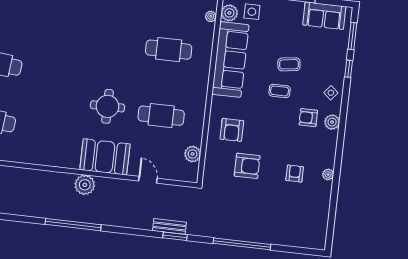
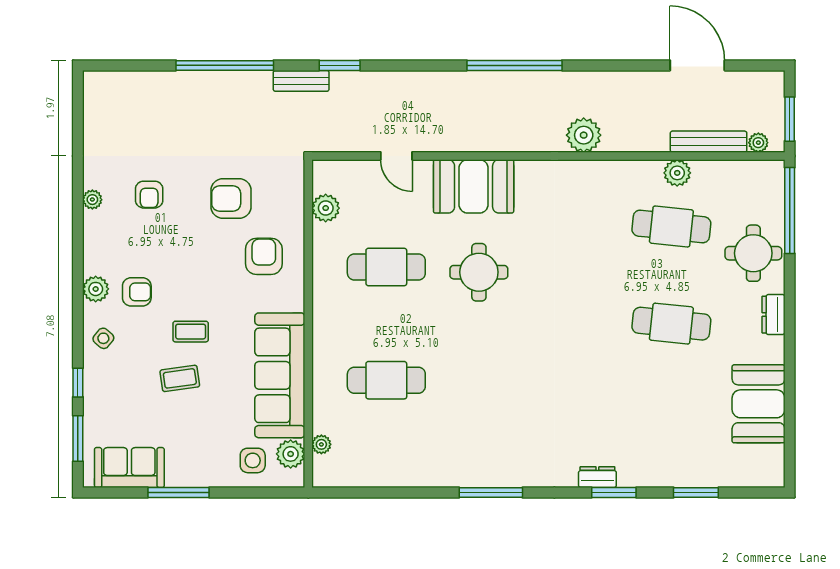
plant: (85, 185) -> (584, 135), moved
bench: (169, 226) -> (301, 81), moved

